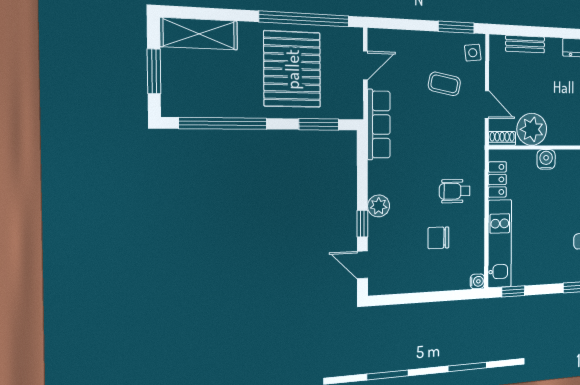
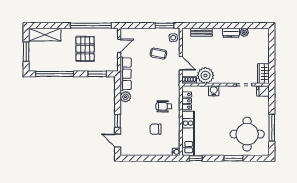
pallet: (292, 69) -> (85, 49), width x0.73, depth x0.71
plant: (379, 206) -> (125, 97), moved

